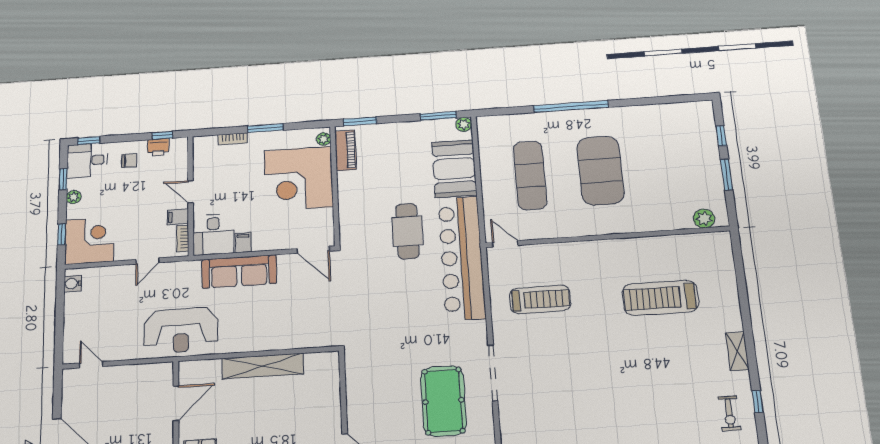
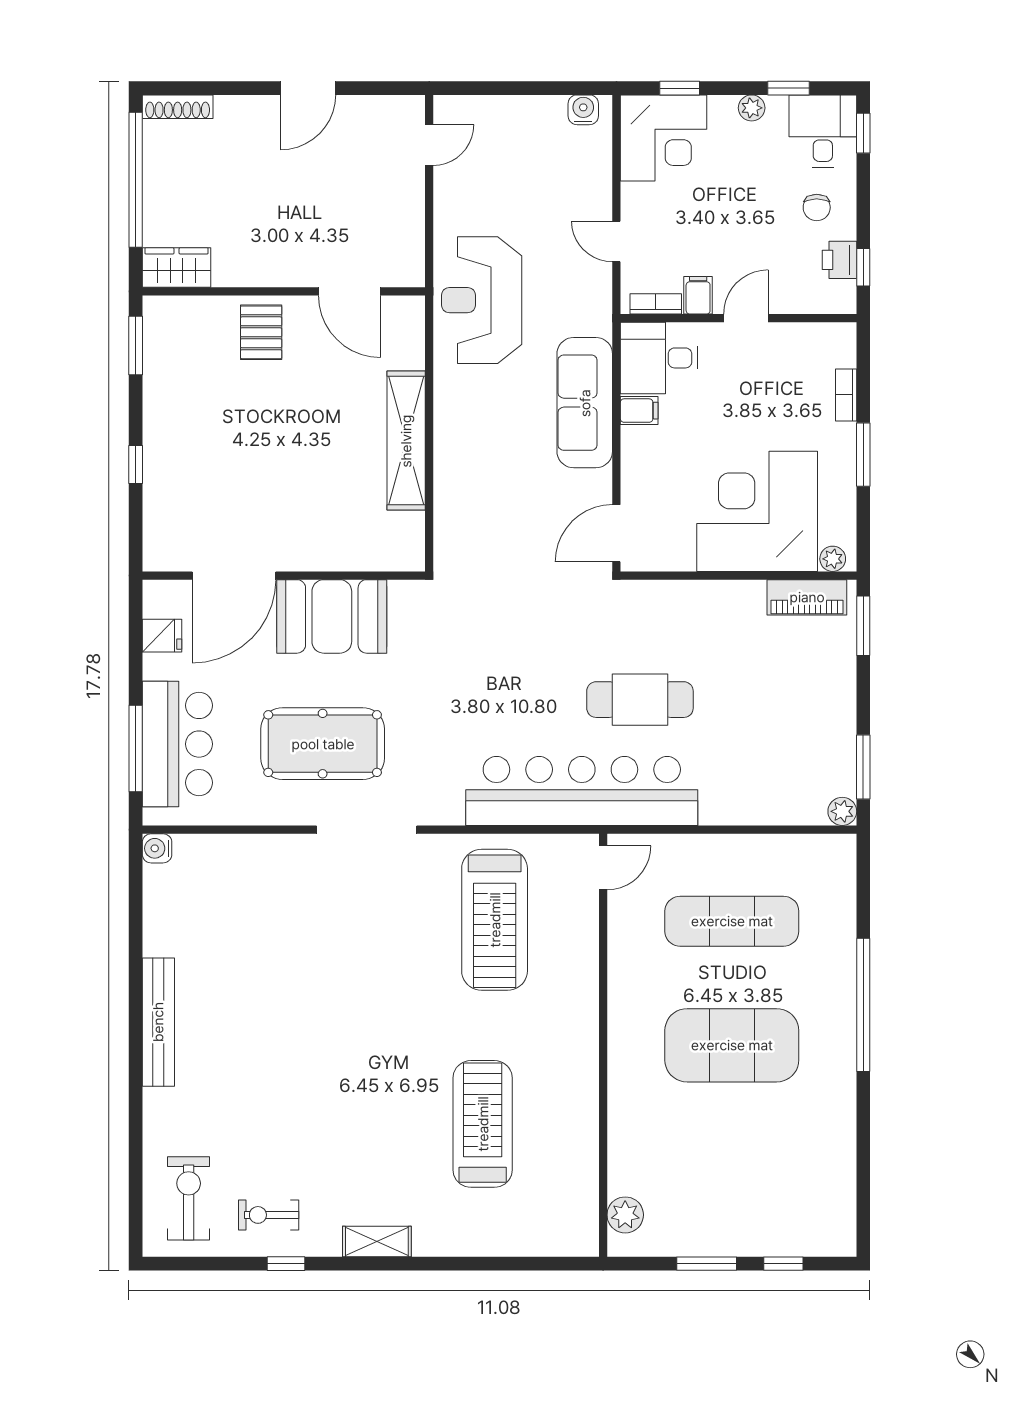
booth: (454, 169) -> (332, 616), moved
treadmill: (540, 299) -> (495, 920), width x1.37, depth x1.38

